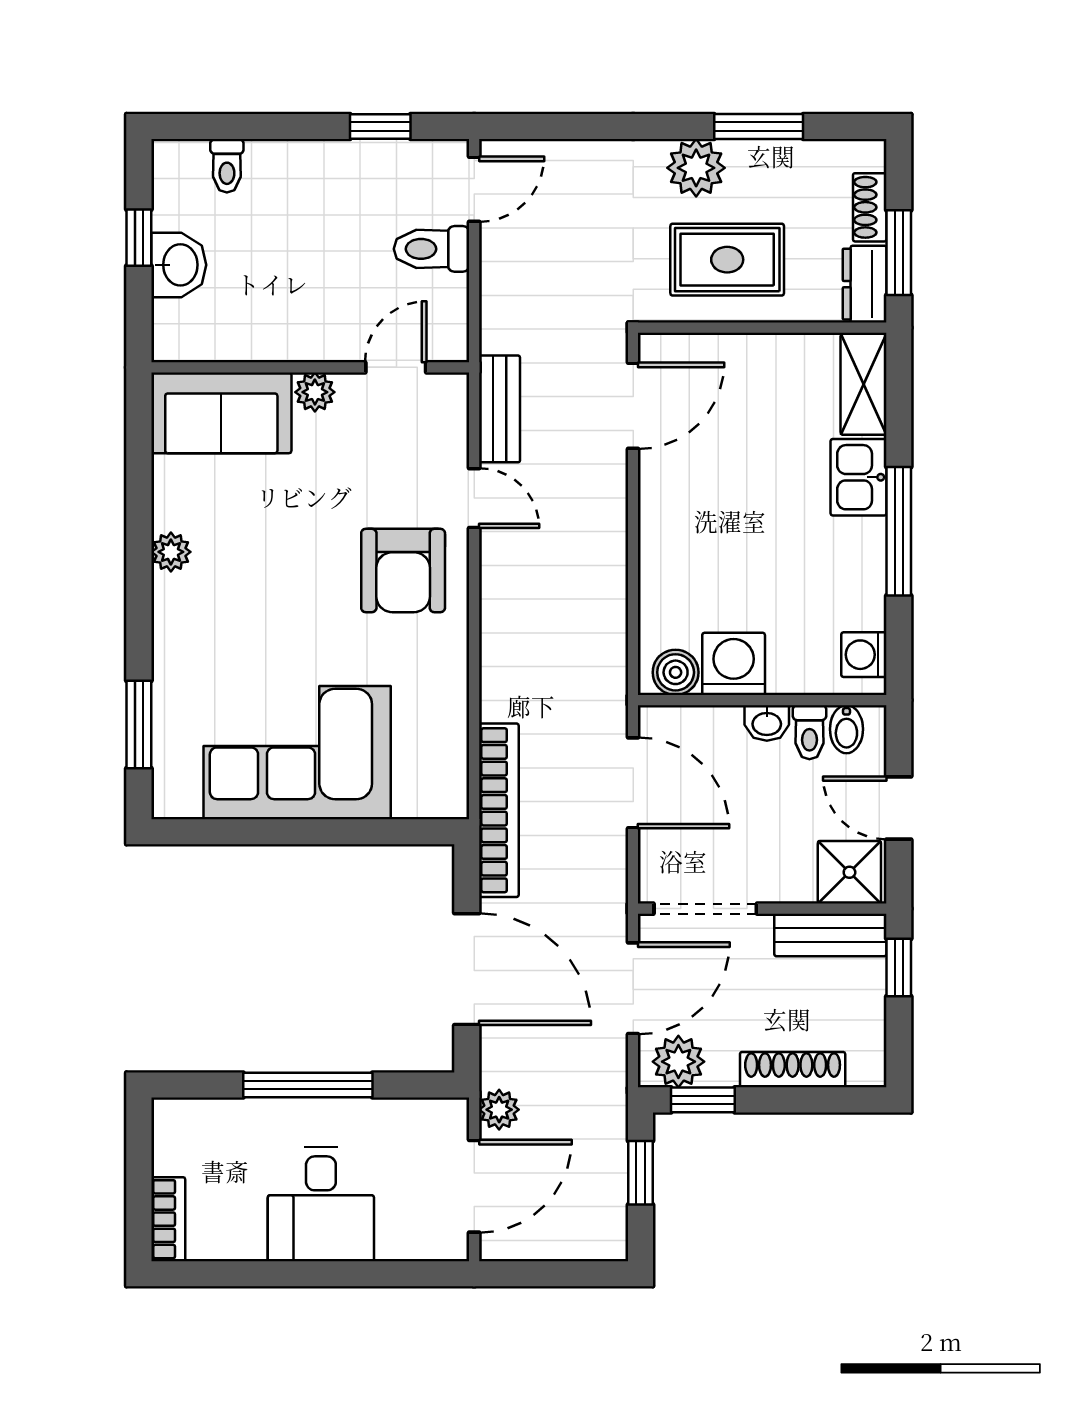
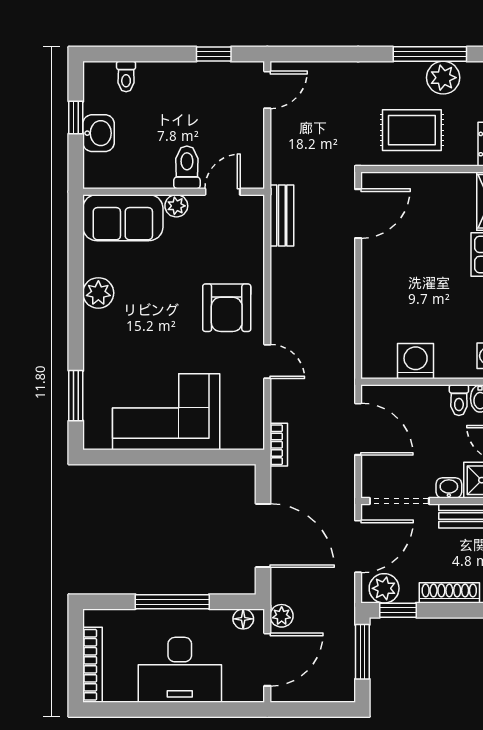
window: (759, 127) -> (430, 54), width x1.44
plant: (696, 168) -> (443, 78), moved
toilet: (431, 249) -> (187, 167), moved, turned 90
door: (474, 498) -> (267, 361), moved
plant: (171, 552) -> (98, 293), width x1.38, depth x1.38
boiler: (676, 672) -> (382, 366), removed
washbasin: (767, 723) -> (449, 488), moved, turned 180
bookcase: (499, 810) -> (279, 445), width x0.43, depth x0.76
floor lamp: (432, 1115) -> (243, 619), added
window: (640, 1173) -> (362, 652), width x1.50
desk: (321, 1204) -> (180, 670), width x1.37
bookcase: (168, 1219) -> (93, 665), width x1.56

